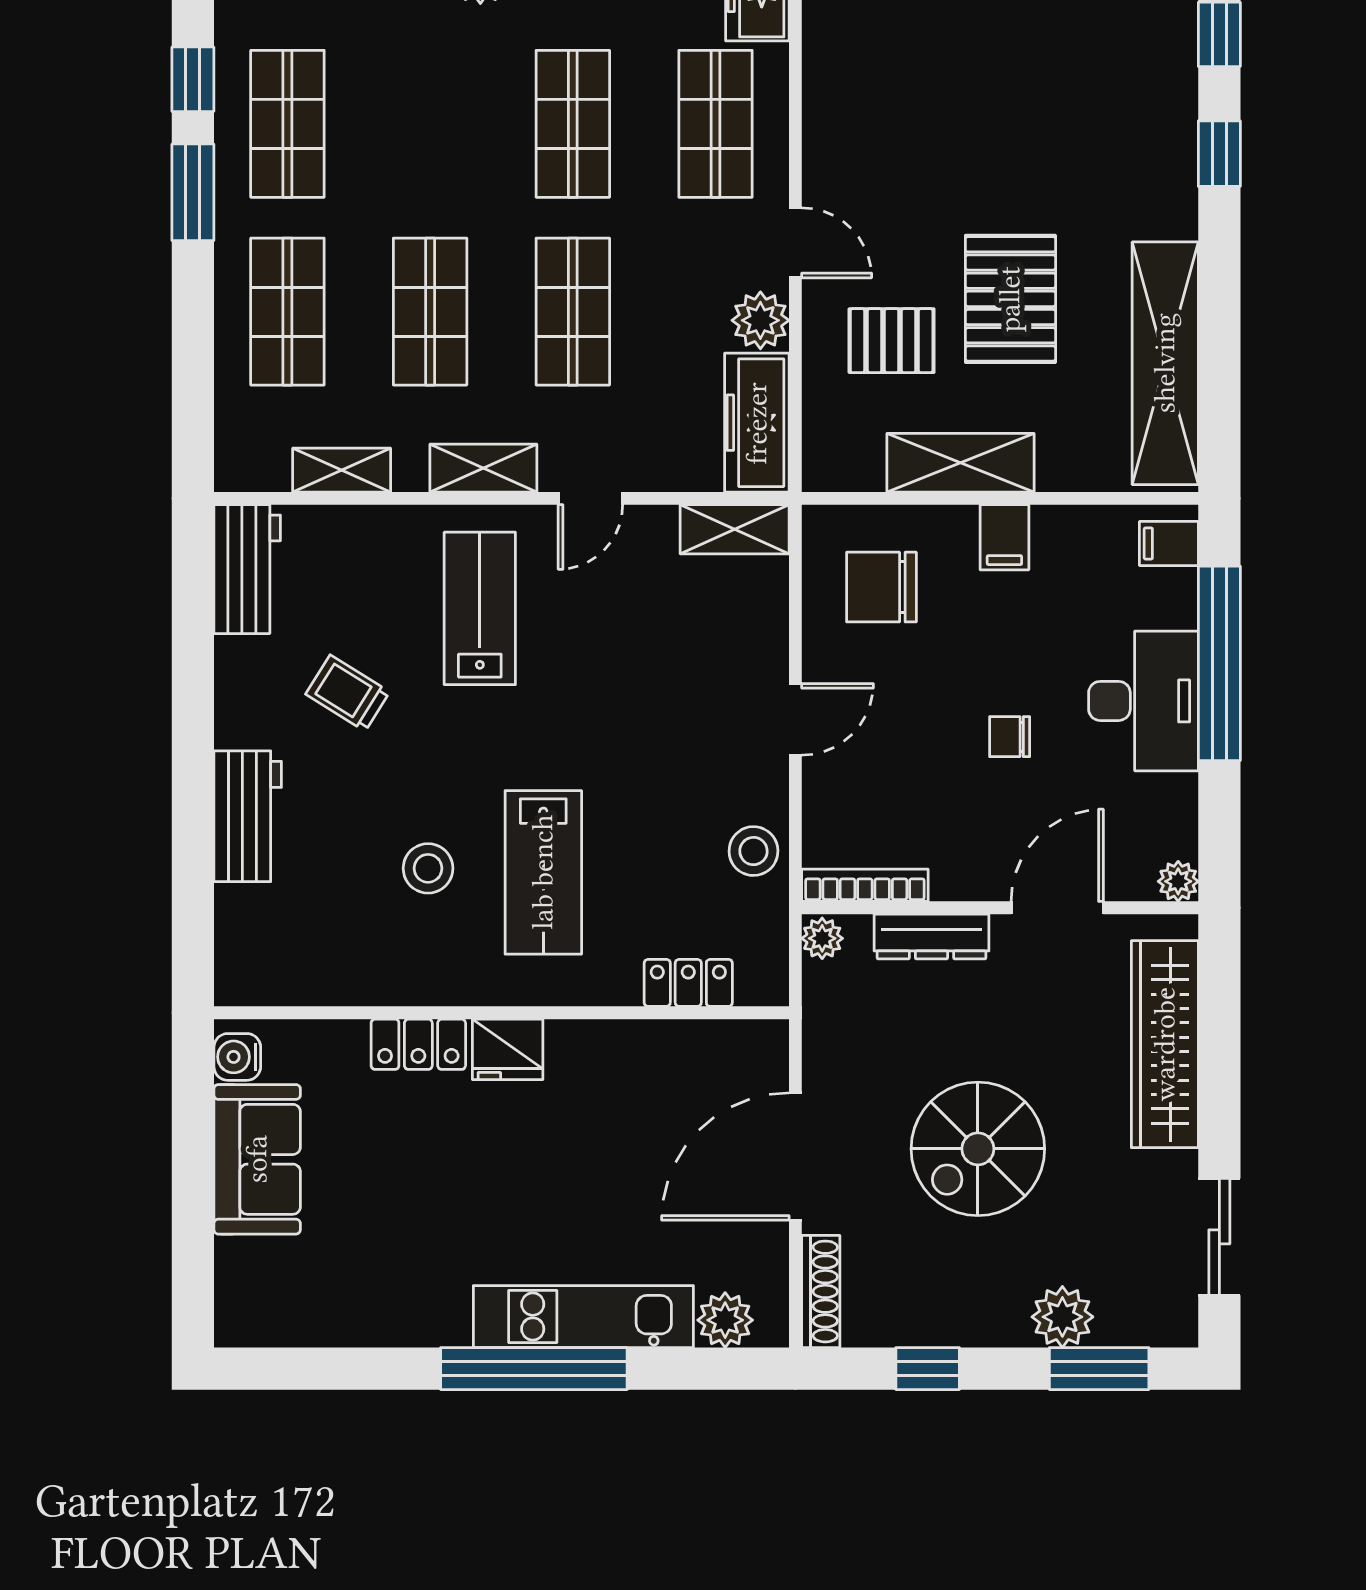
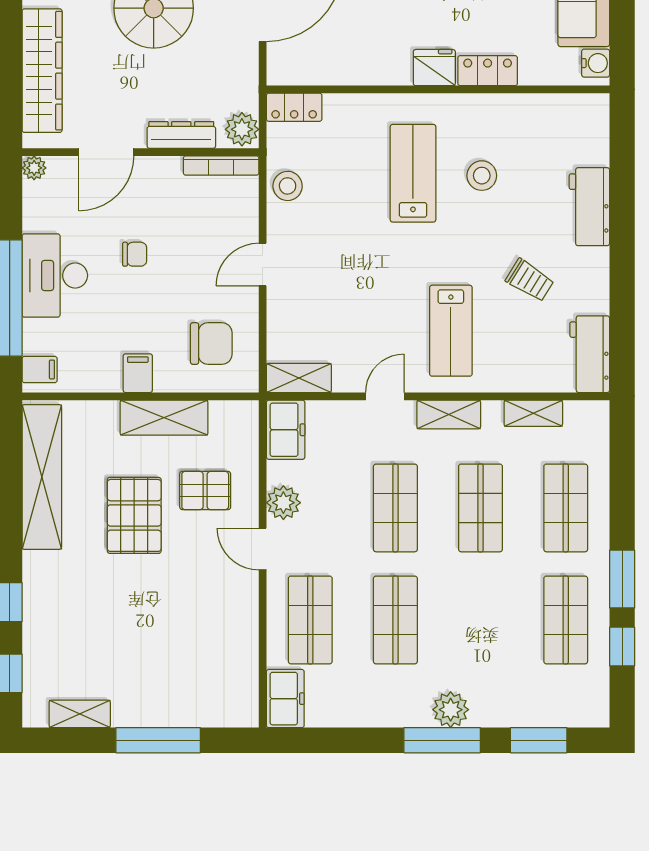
freezer: (757, 423) -> (286, 430), width x0.71
plant: (822, 938) -> (242, 129), width x1.38, depth x1.38
locker: (688, 983) -> (294, 107), moved

